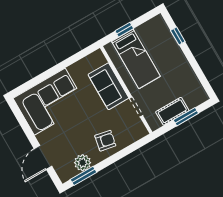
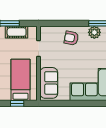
sofa: (108, 86) -> (49, 83), moved

